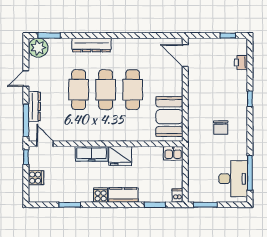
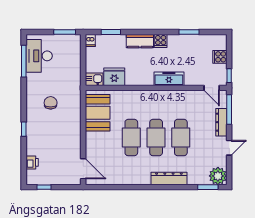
fridge: (120, 156) -> (114, 77), moved

